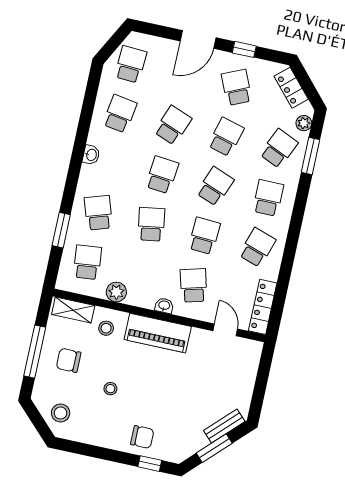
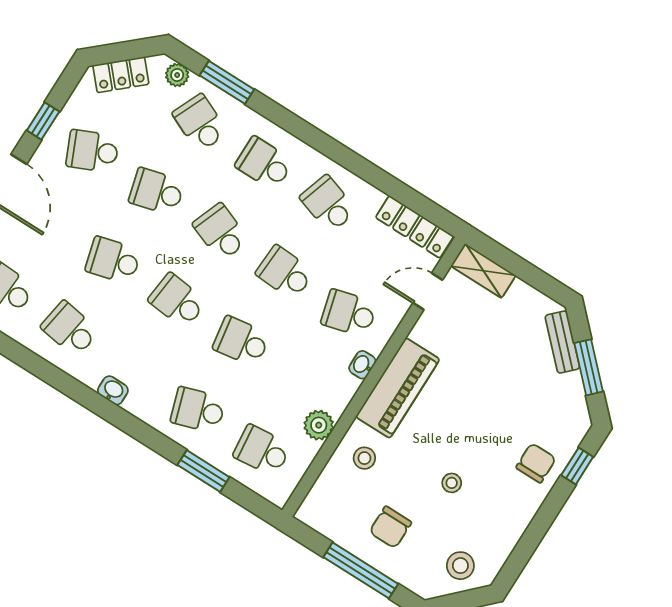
school desk: (173, 125) -> (113, 260), turned -36
school desk: (226, 137) -> (157, 192), turned -30
shelving: (73, 310) -> (483, 271), moved, turned 90

